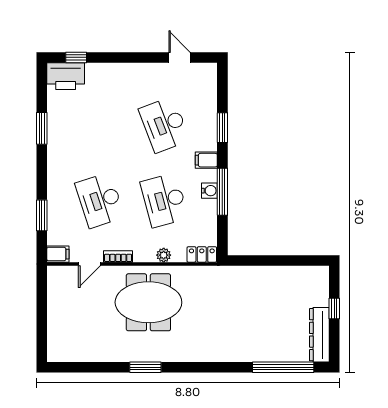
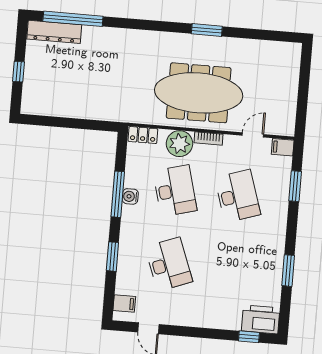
filing cabinet: (206, 160) -> (124, 304), moved
plant: (164, 255) -> (179, 144), width x1.87, depth x1.87
bookcase: (118, 256) -> (209, 139), moved
meeting table: (148, 302) -> (199, 93), width x1.36
dresser: (319, 335) -> (54, 32), moved, turned 90

